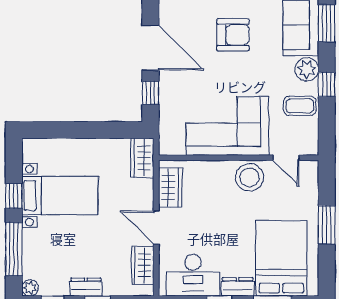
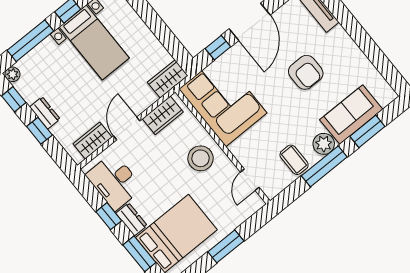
window: (327, 84) -> (324, 166), width x2.17
corner sofa: (227, 126) -> (223, 101), moved
stool: (249, 177) -> (201, 158), moved

